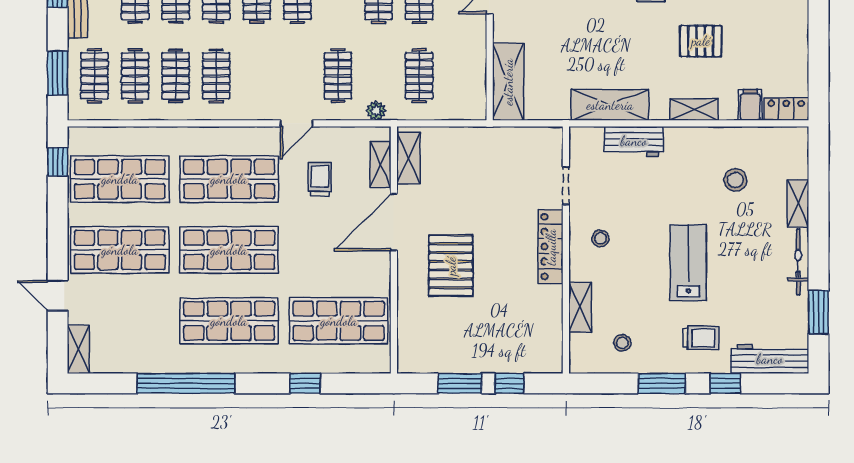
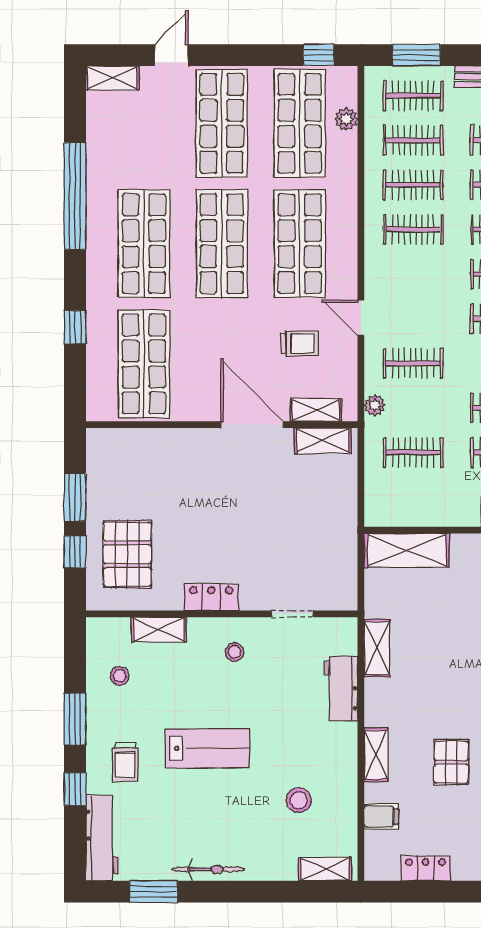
shelving: (610, 105) -> (377, 648), width x0.67, depth x0.75
locker: (786, 109) -> (426, 868), moved, turned -90
plant: (116, 137) -> (346, 119), added
shelving: (798, 203) -> (325, 869), moved
locker: (551, 247) -> (211, 597), width x0.66
pallet: (451, 266) -> (127, 554), moved, turned 90

